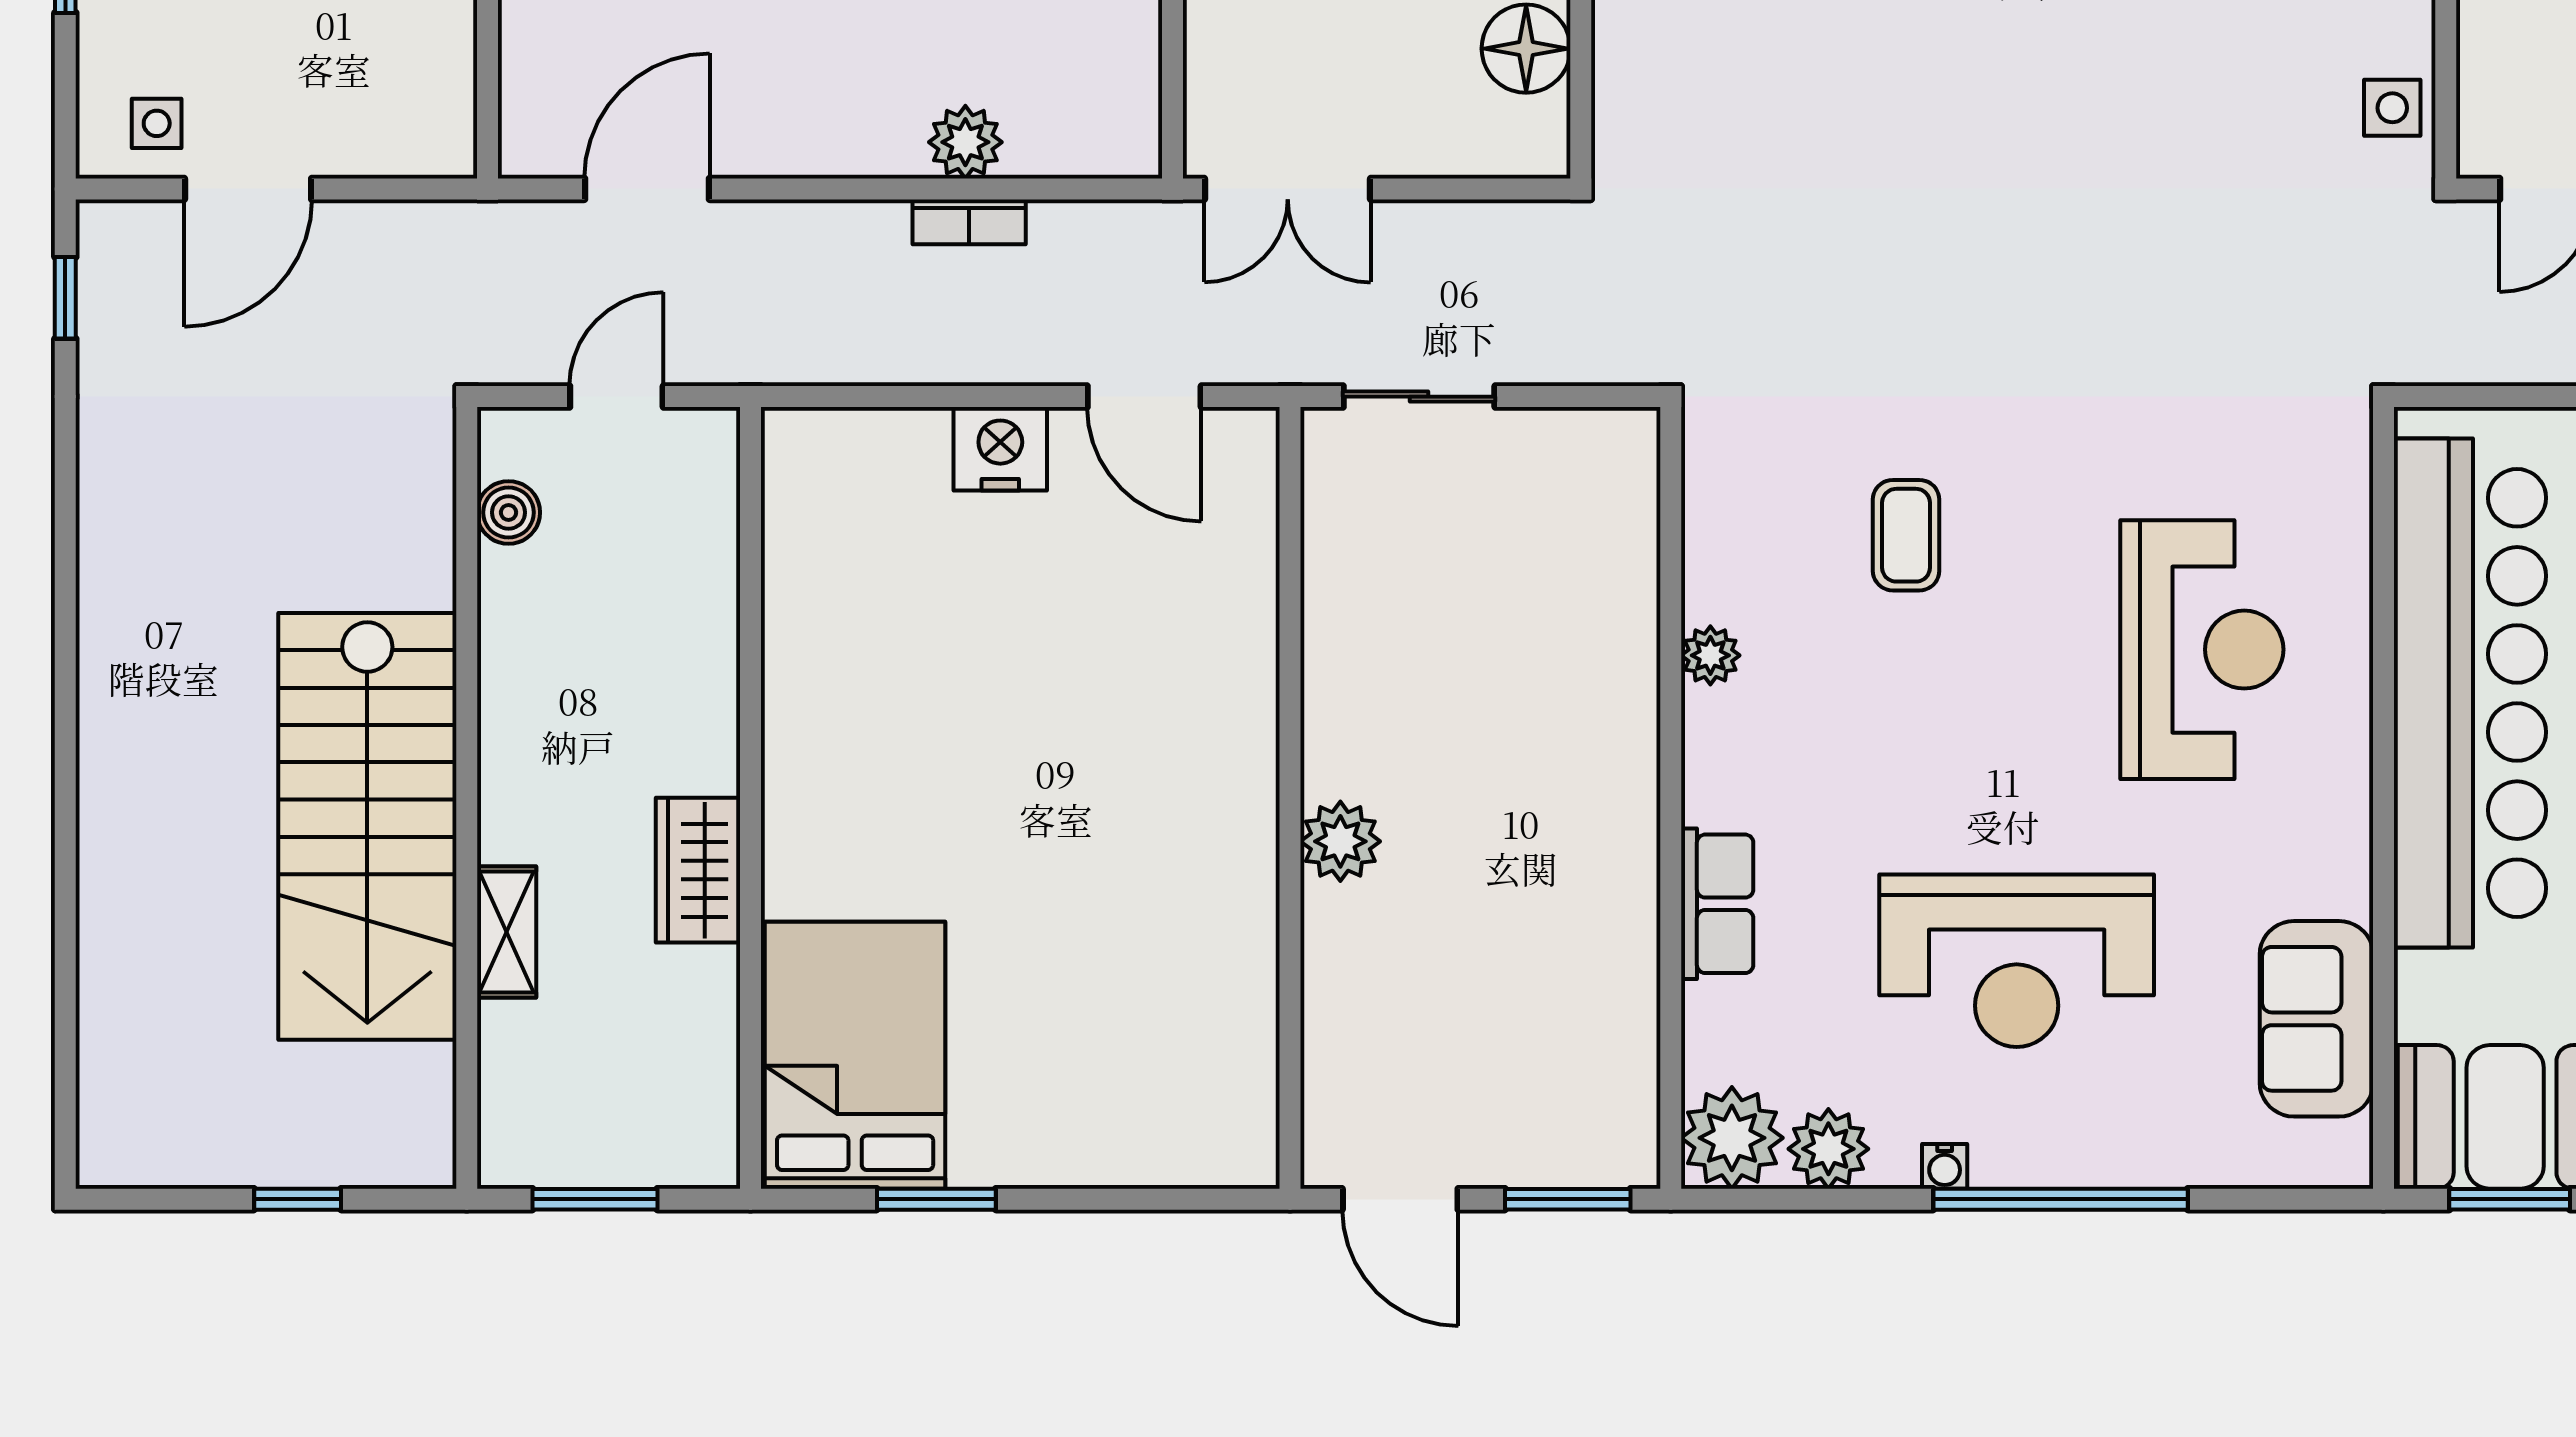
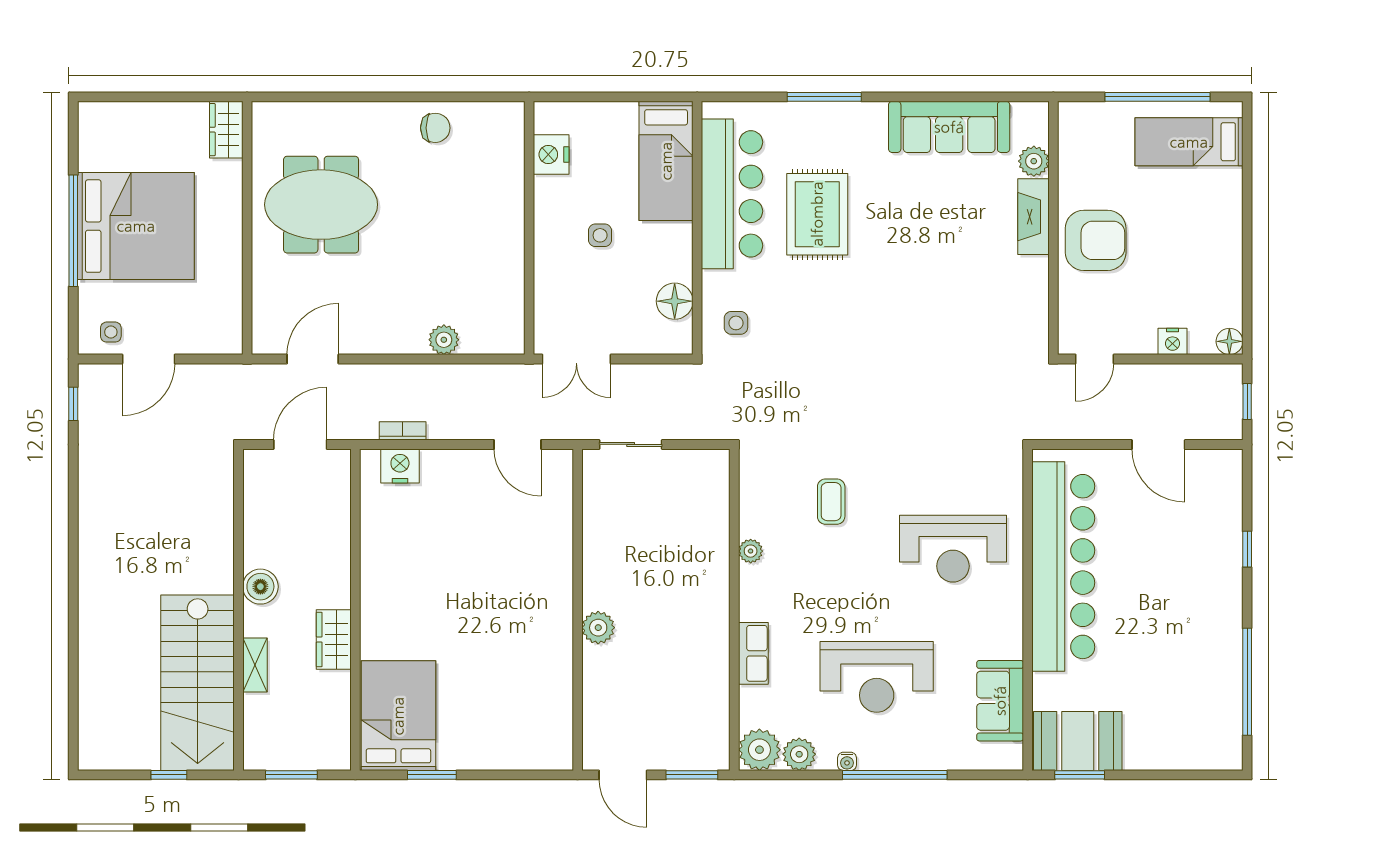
side table: (2392, 108) -> (736, 323), moved
bookcase: (969, 222) -> (403, 431), moved, turned 180
door: (616, 397) -> (300, 444), width x1.38
nightstand: (1000, 449) -> (400, 466), moved
boiler: (509, 512) -> (260, 587), moved, width x1.36, depth x1.36
reception desk: (2202, 650) -> (953, 549), turned 90
stairs: (367, 826) -> (198, 683), moved

